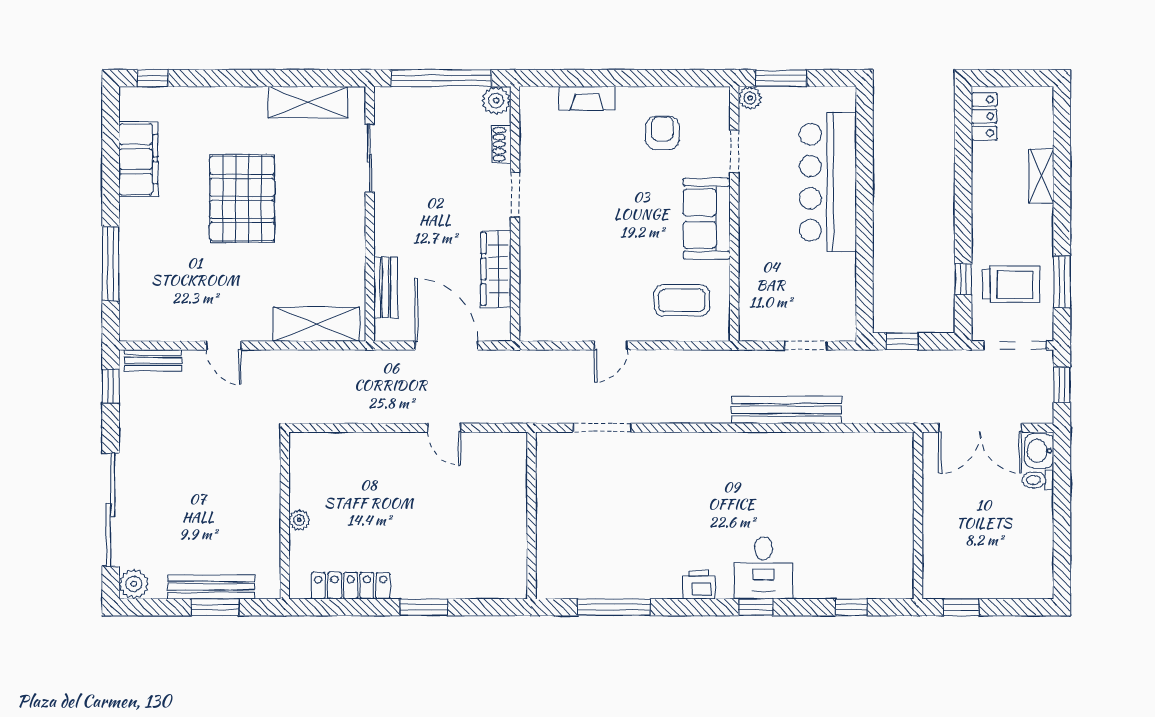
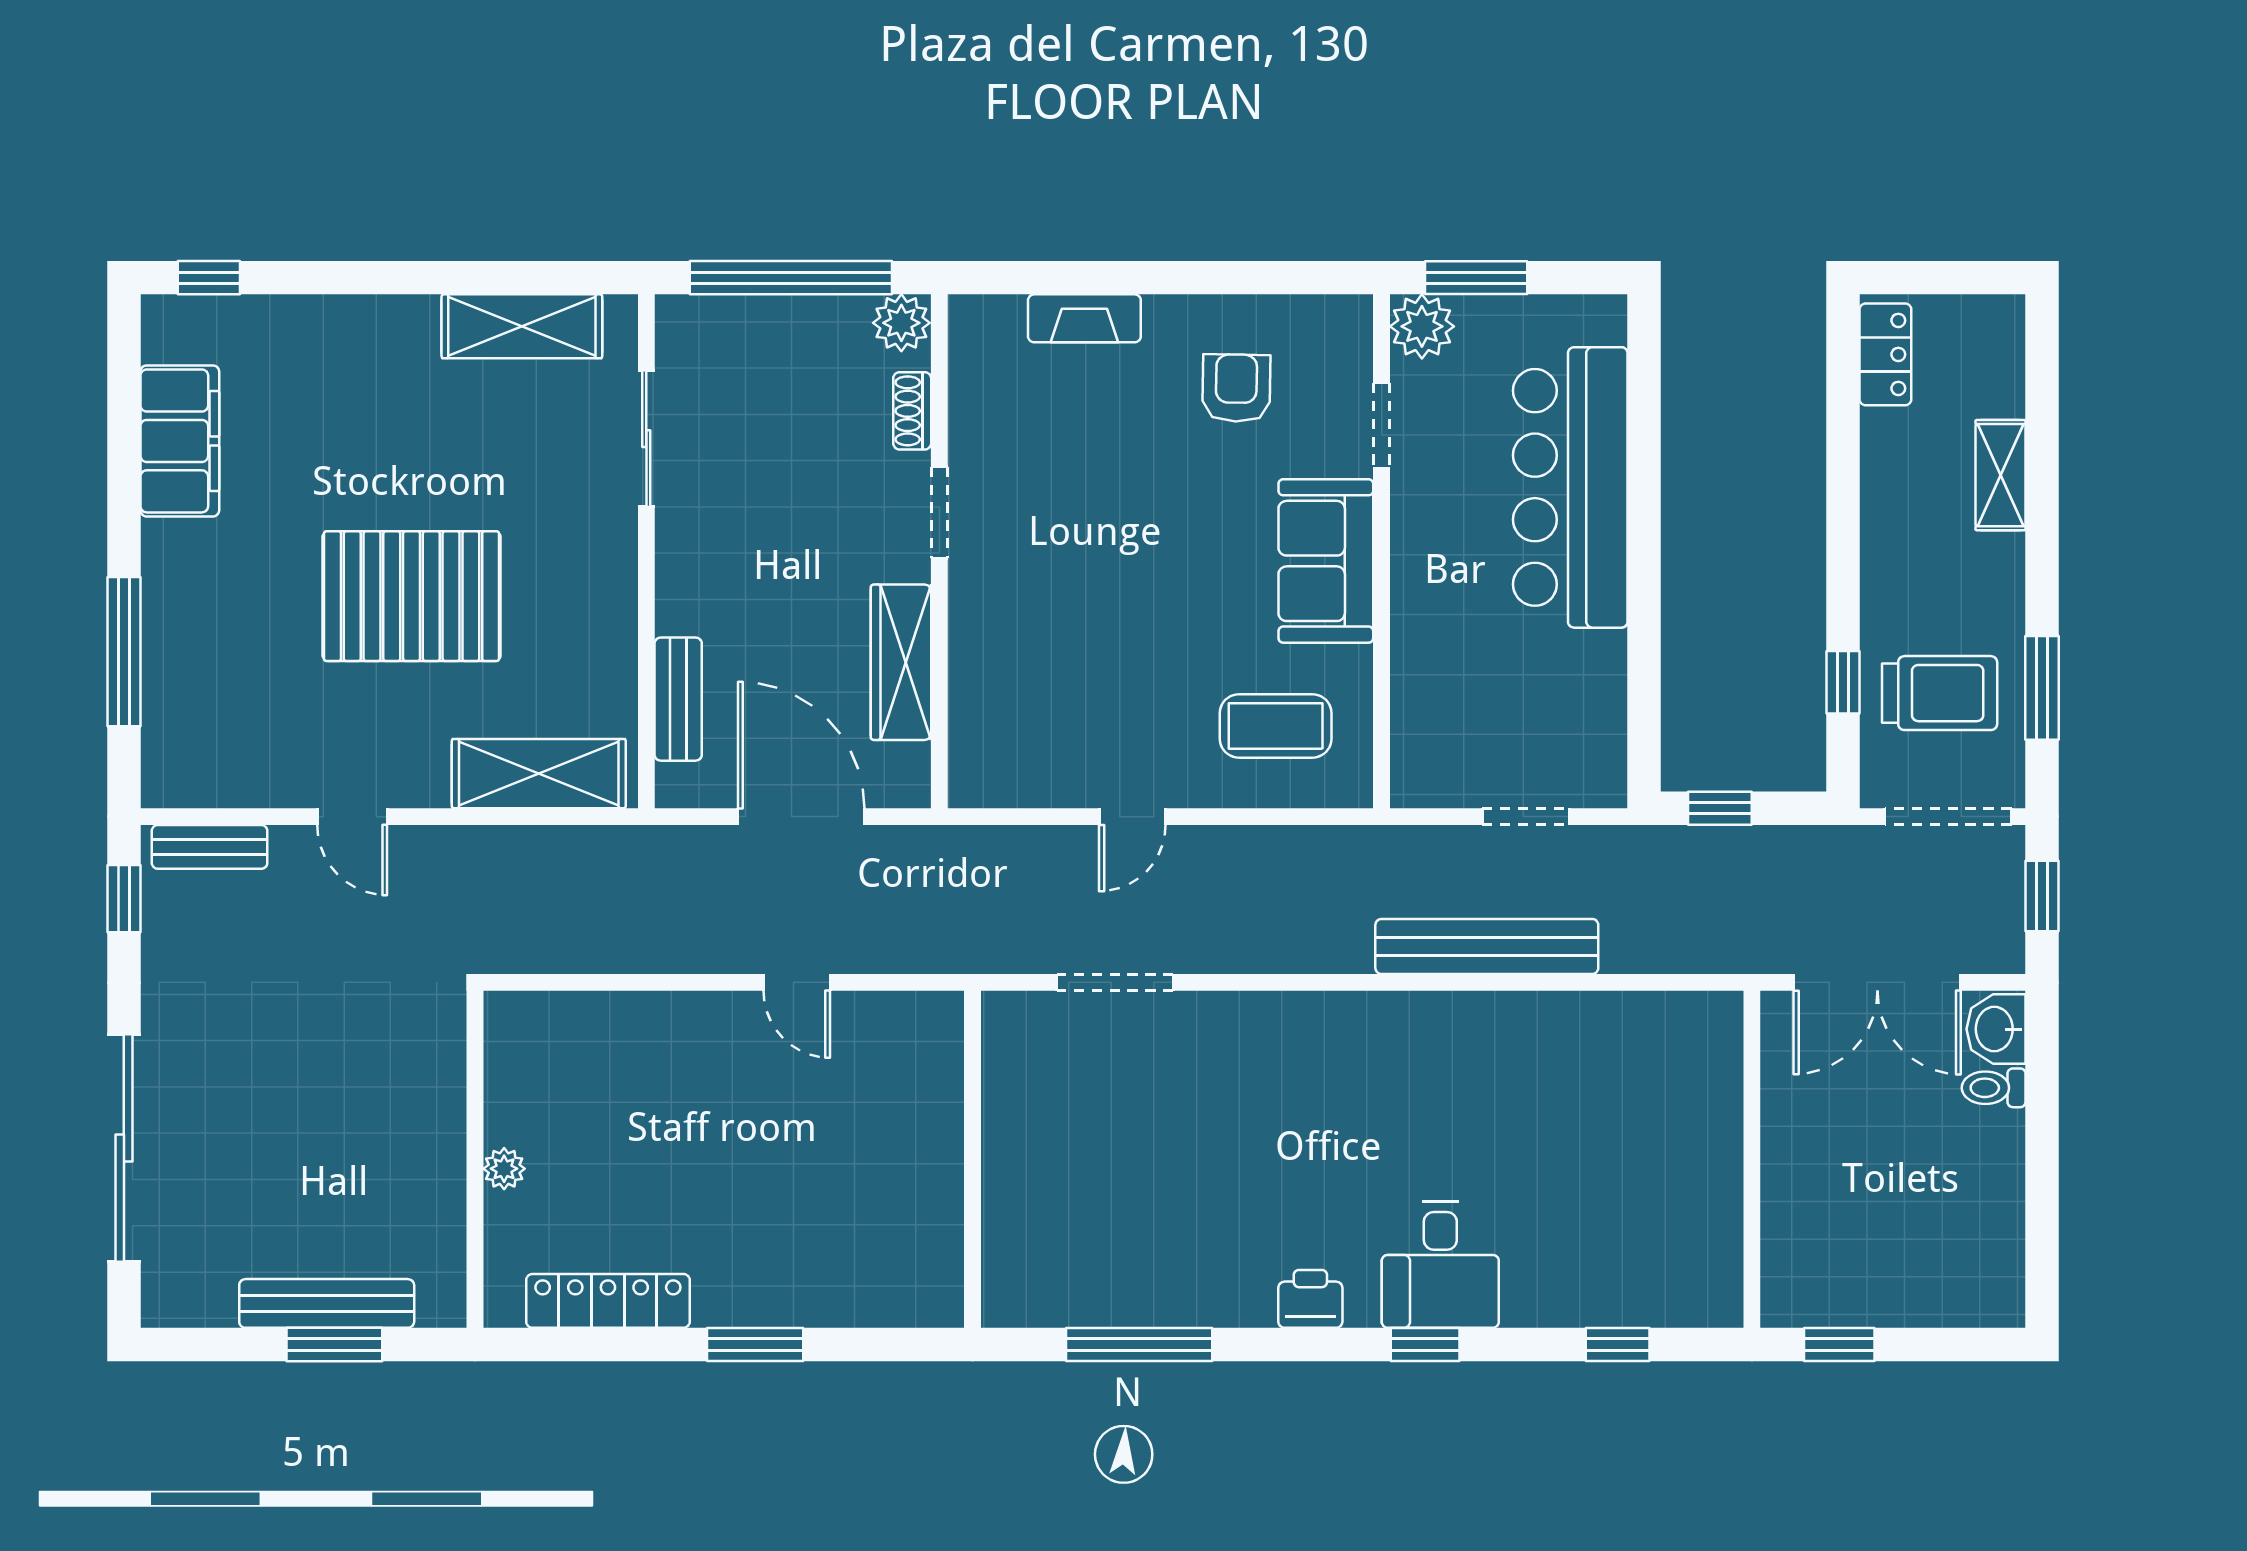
plant: (750, 98) -> (1422, 326), width x1.38, depth x1.38
pallet: (242, 198) -> (412, 596), moved, turned 90
plant: (134, 584) -> (171, 1297), removed

